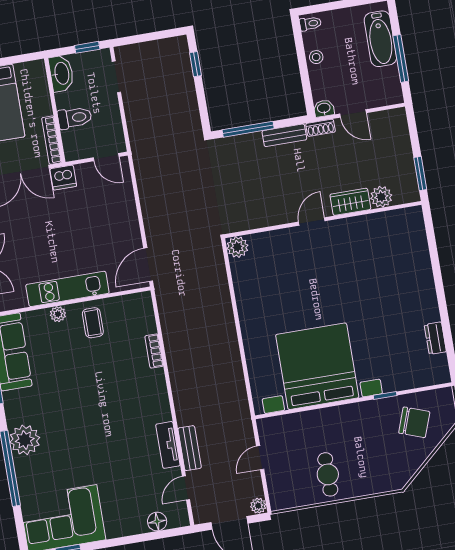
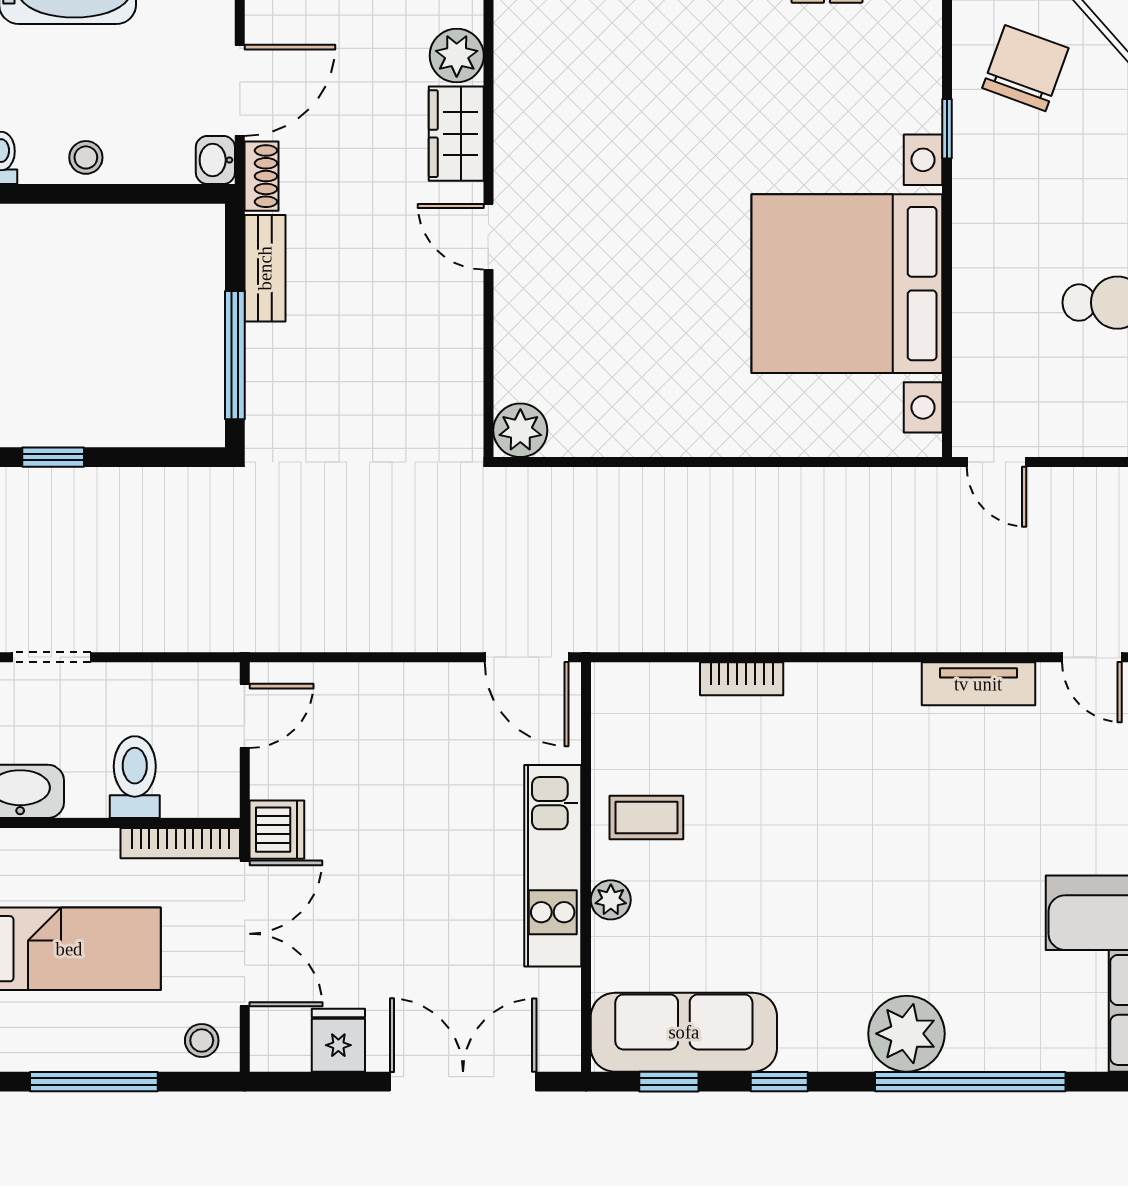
door: (353, 113) -> (240, 90), width x1.38
bench: (190, 448) -> (995, 632), removed
door: (260, 458) -> (997, 462), moved

